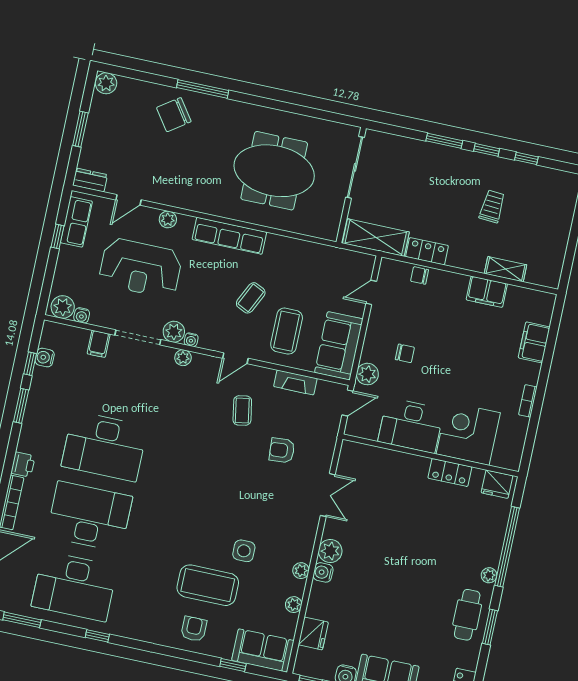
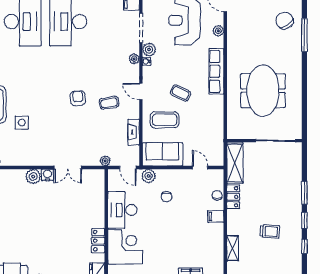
filing cabinet: (487, 292) -> (216, 216), moved, width x0.50
armchair: (282, 450) -> (78, 98), moved
plant: (301, 571) -> (105, 161), moved
water cooler: (323, 572) -> (47, 175), moved

